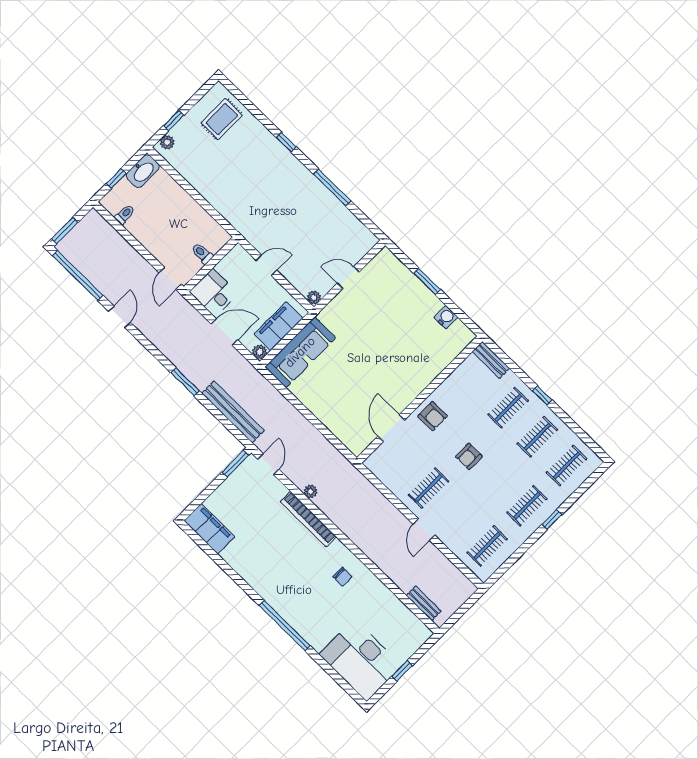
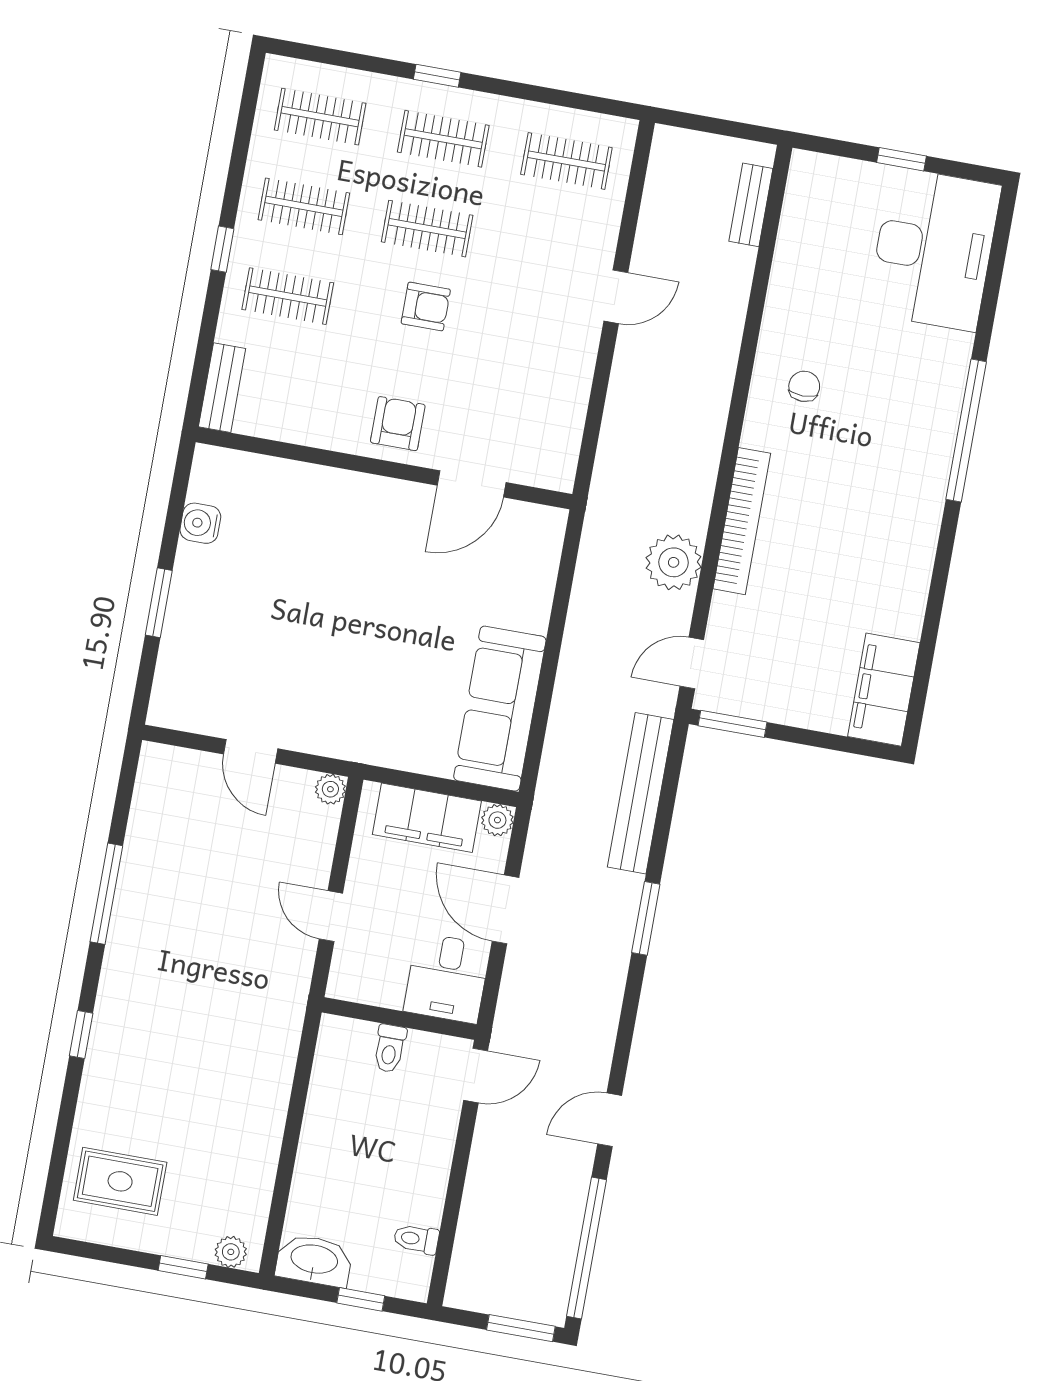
sofa: (300, 352) -> (500, 709), moved, turned -90
clothes rail: (429, 488) -> (427, 229), moved
plant: (310, 491) -> (674, 562), width x1.88, depth x1.88

